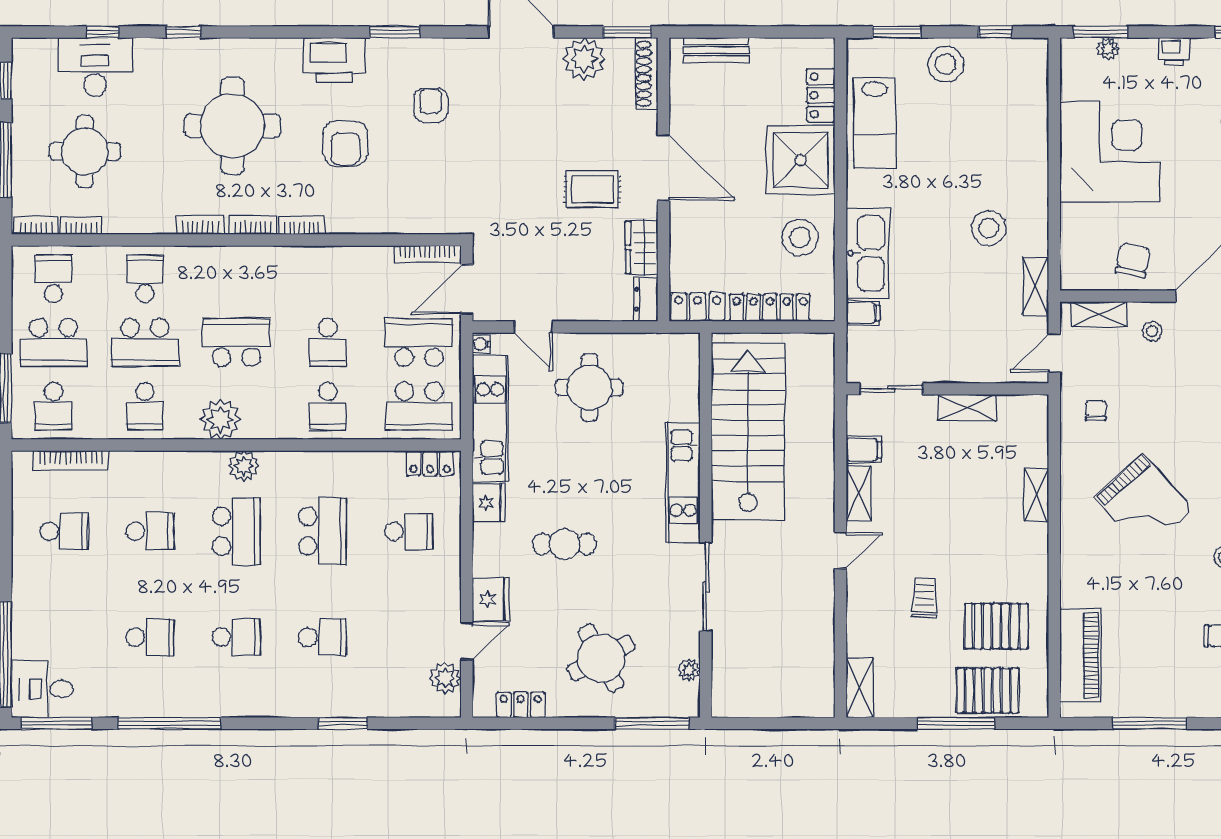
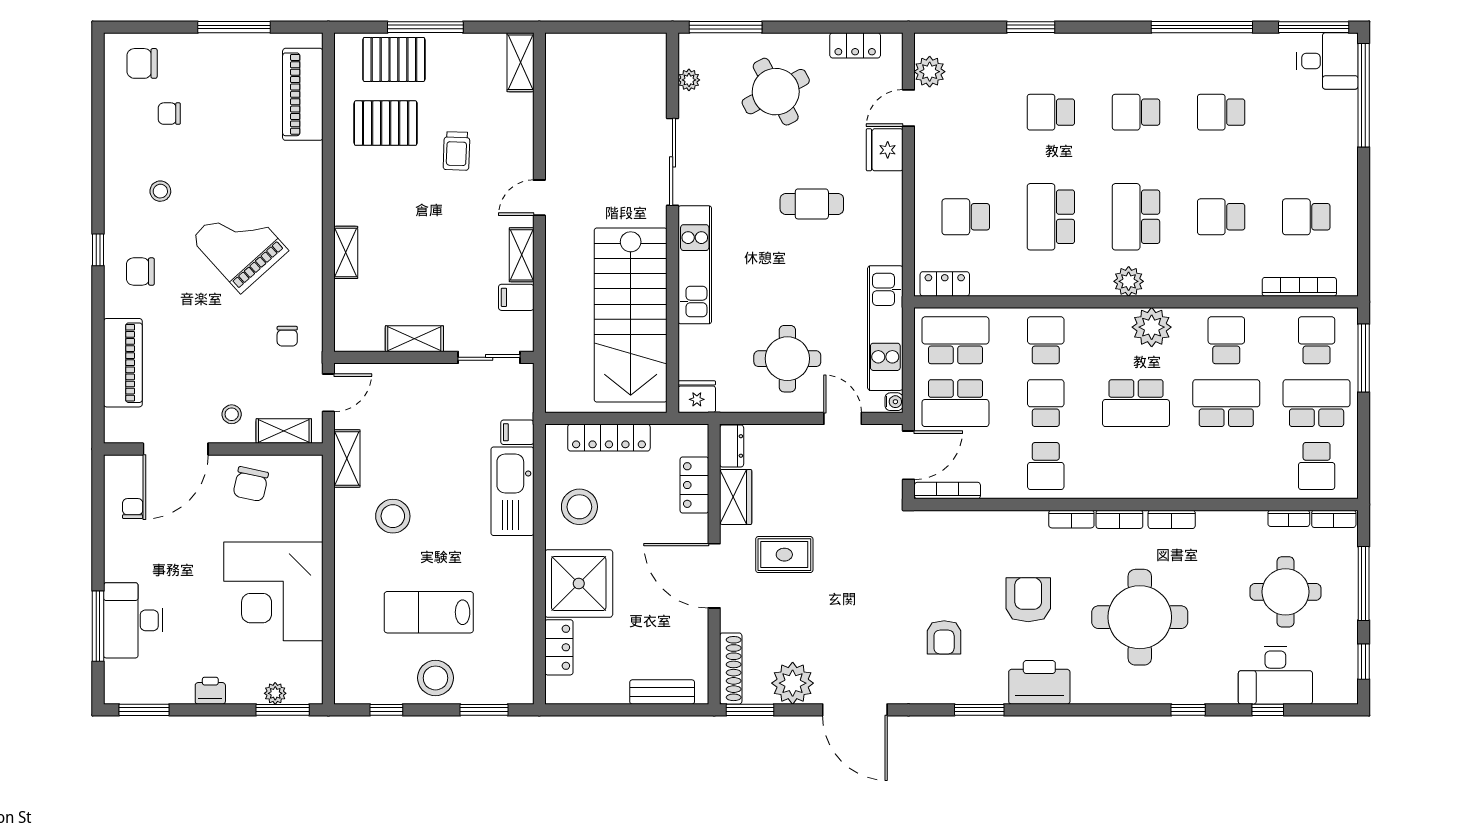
lab bench: (875, 123) -> (429, 612), moved, turned -90
school desk: (145, 279) -> (1046, 466), moved
locker: (698, 307) -> (694, 485), moved, turned 90
fridge: (489, 503) -> (697, 397), moved, turned 90

